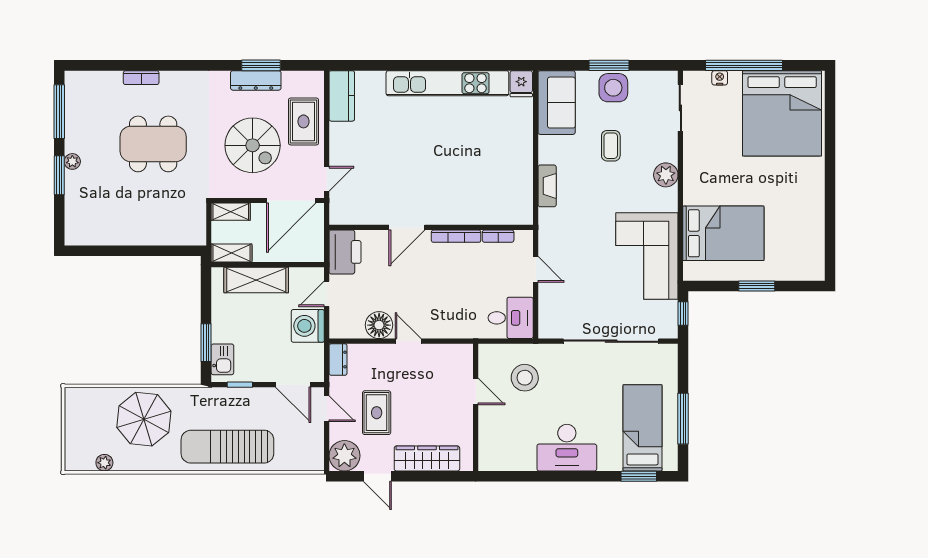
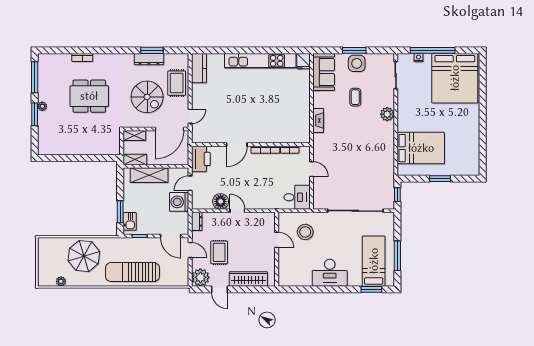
corner sofa: (647, 256) -> (376, 161), removed

